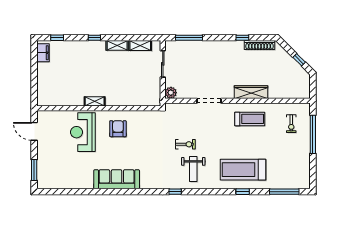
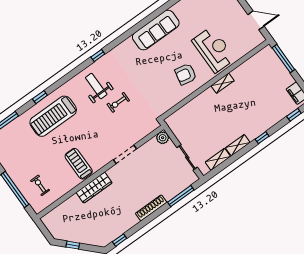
window: (242, 38) -> (120, 240), moved
shoe rack: (260, 45) -> (151, 208), moved
window: (34, 87) -> (283, 59), added
treadmill: (250, 119) -> (79, 164), turned 90
armchair: (118, 129) -> (186, 74), turned 101
treadmill: (243, 170) -> (53, 116), turned 180

